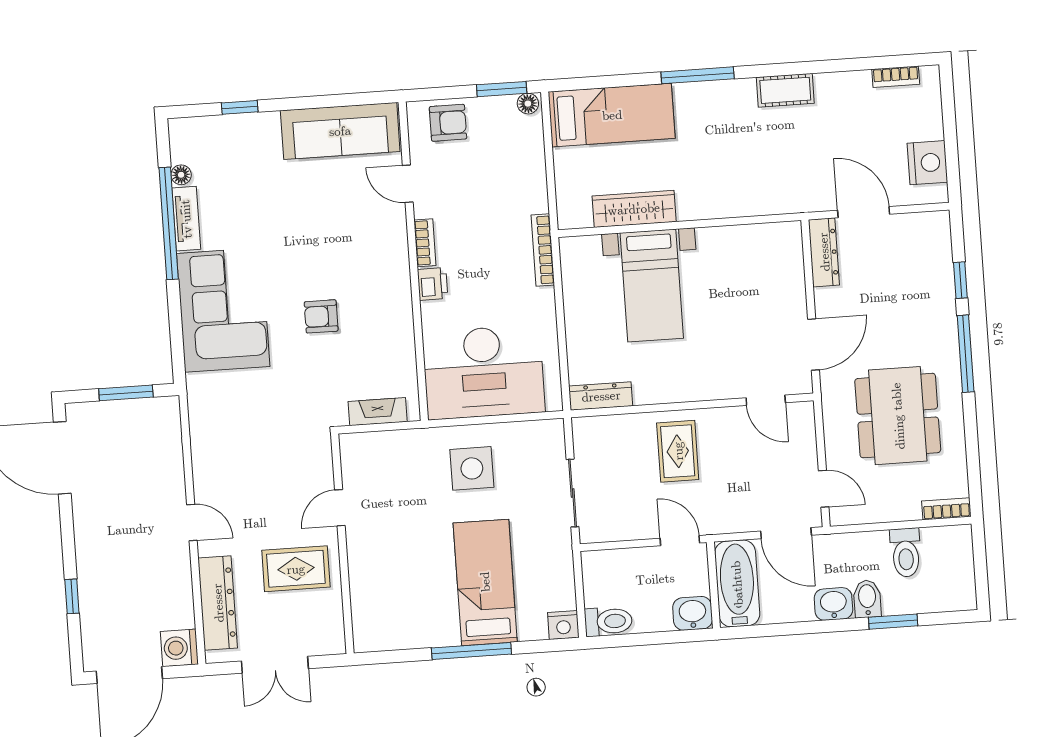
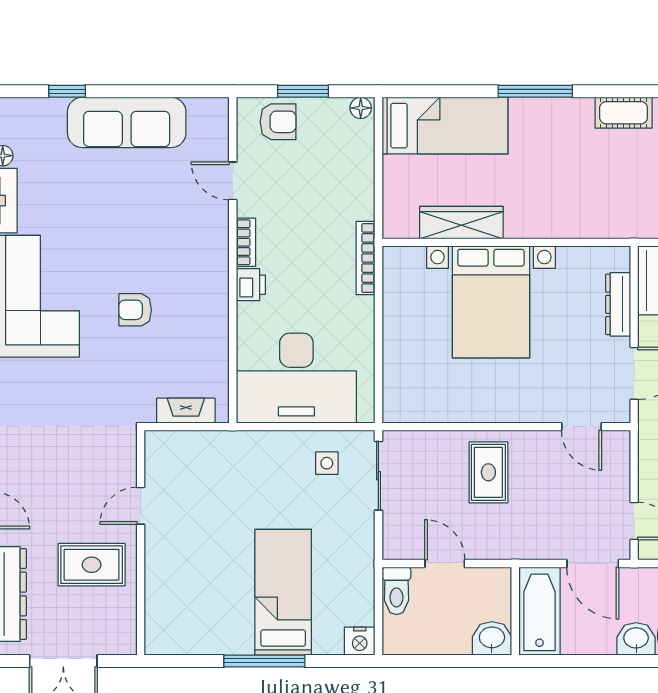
window: (502, 89) -> (303, 91), moved
sofa: (340, 131) -> (127, 122), moved
bed with nightstands: (652, 286) -> (491, 302), width x1.36
dresser: (601, 396) -> (618, 304), moved, turned -90
side table: (472, 468) -> (327, 463), moved, width x0.54, depth x0.54
sliding door: (573, 493) -> (378, 476), moved
door: (680, 541) -> (445, 563), moved
toilet: (608, 621) -> (396, 591), moved, turned 90

